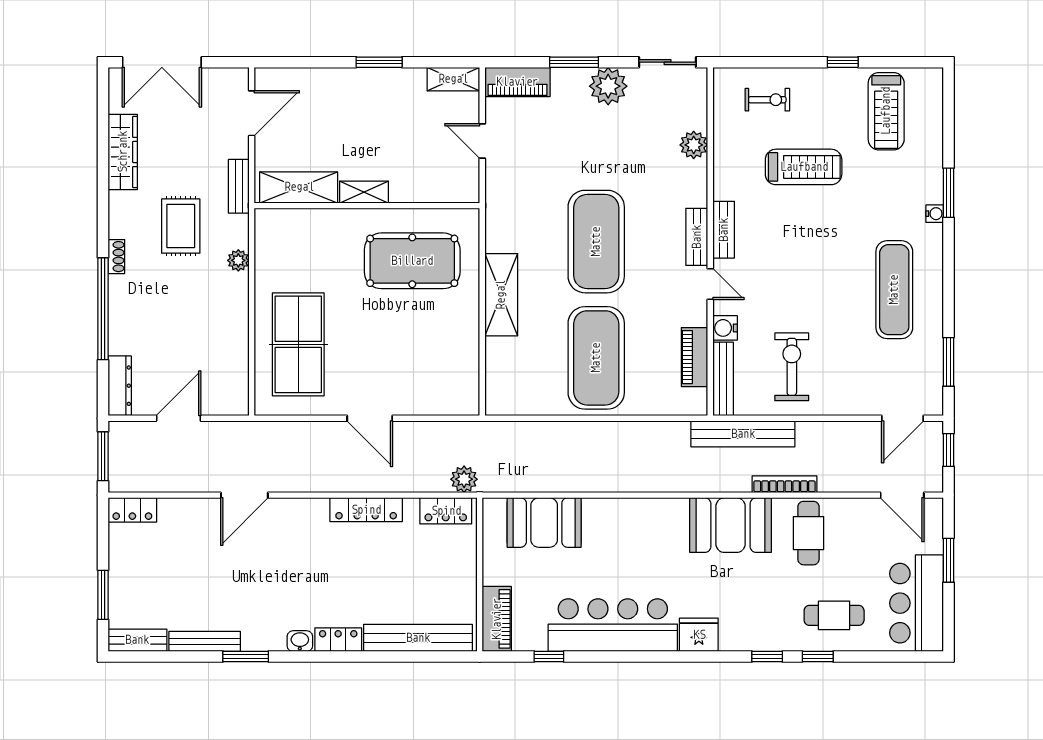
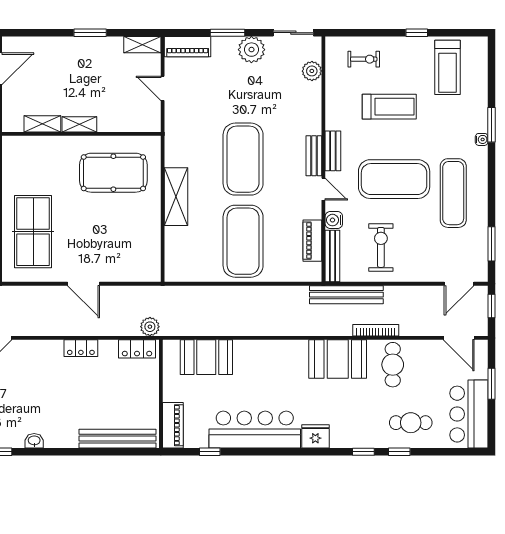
plant: (694, 145) -> (312, 71), moved
shelving: (299, 187) -> (42, 124), width x0.67, depth x0.75
exercise mat: (810, 270) -> (394, 179), added
locker: (366, 510) -> (81, 348), width x0.66
locker: (338, 640) -> (61, 440), removed

